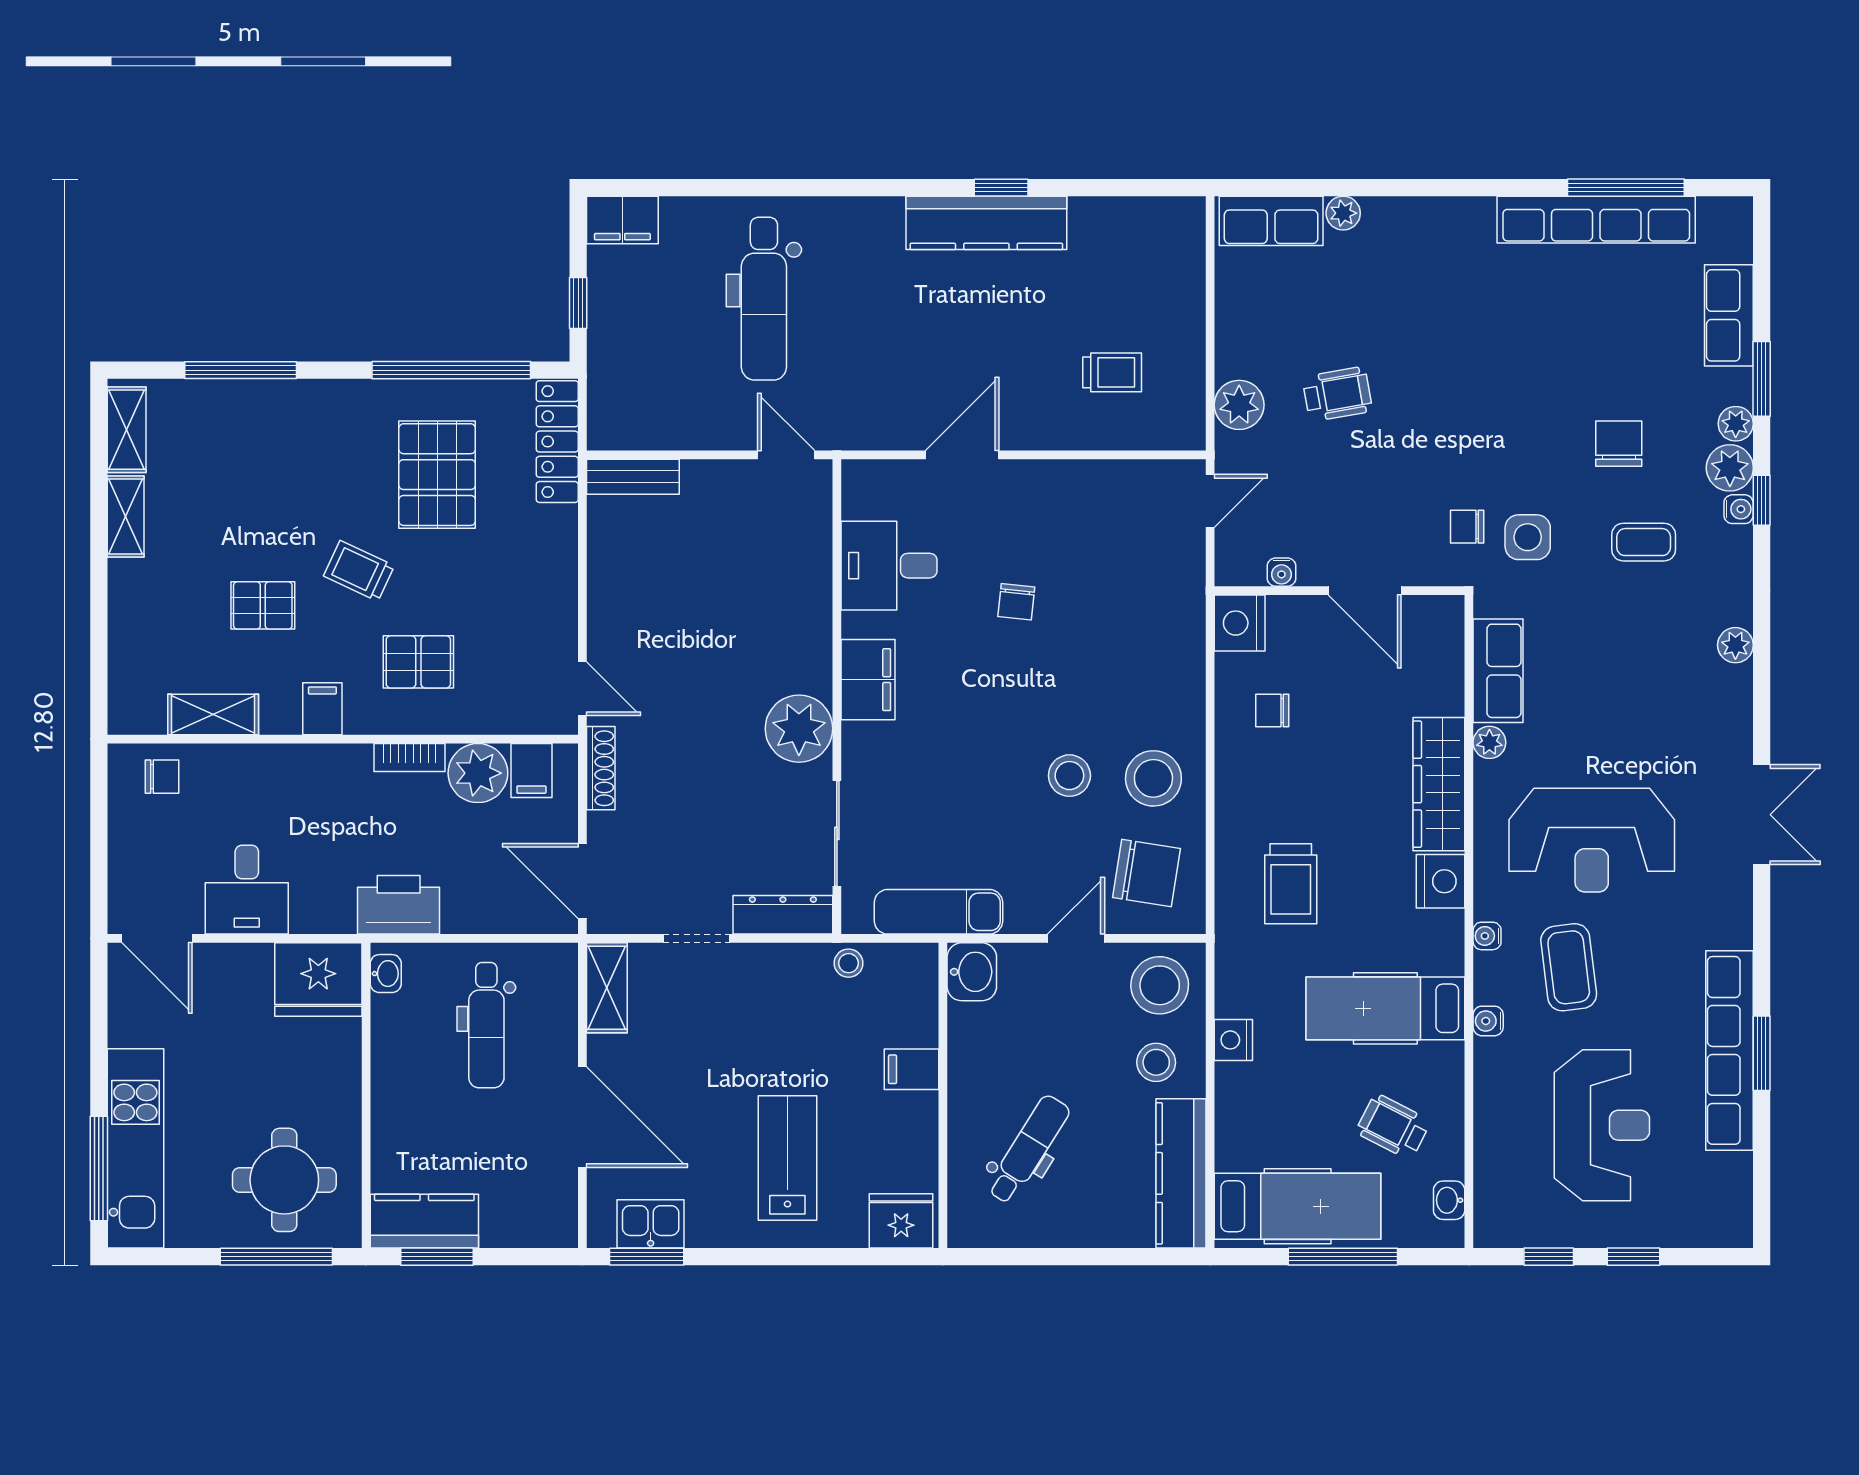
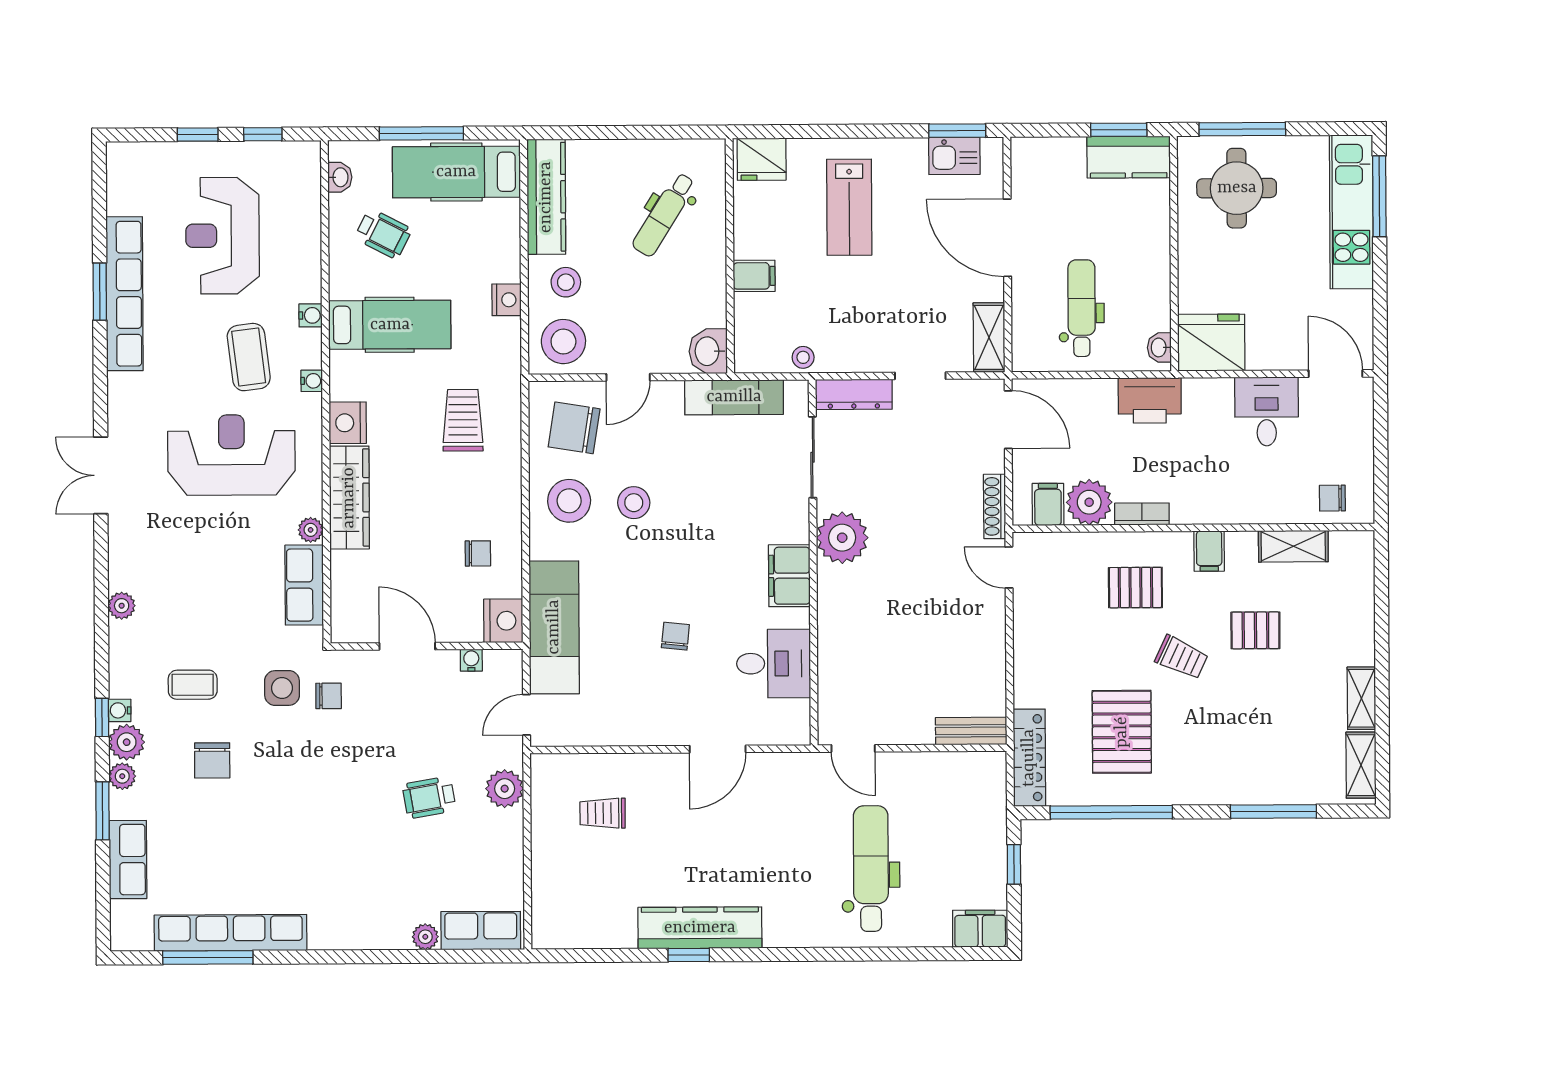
exam couch: (1174, 614) -> (554, 627), added

